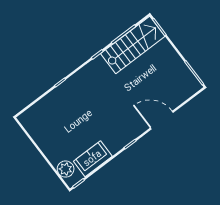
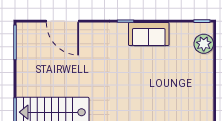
door: (162, 120) -> (62, 21), moved
sofa: (93, 159) -> (149, 34), moved

